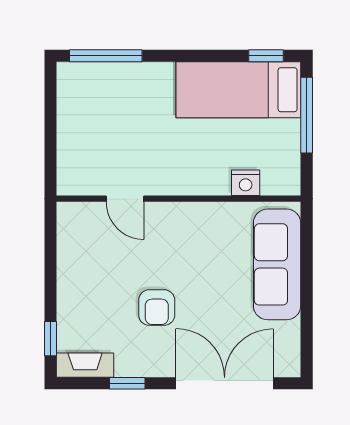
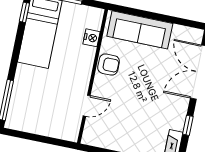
armchair: (157, 308) -> (109, 65), moved

